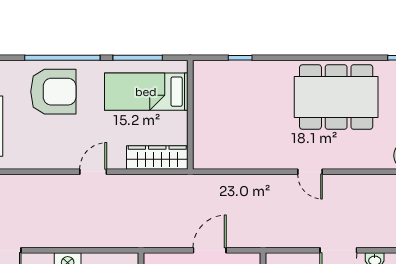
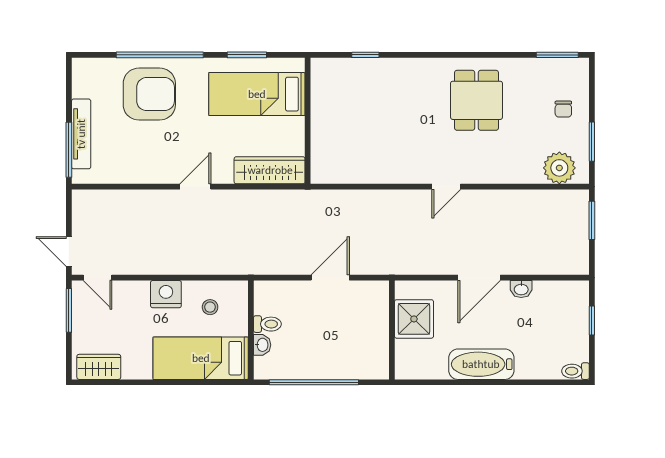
window: (138, 58) -> (247, 55), width x0.69
dining table: (336, 97) -> (477, 100), width x0.53, depth x0.80
door: (310, 172) -> (446, 187), hinge flipped

